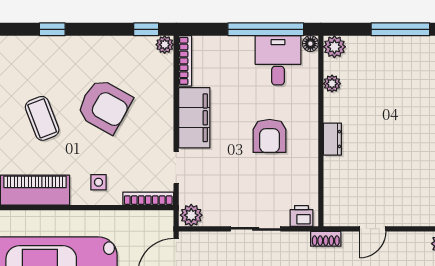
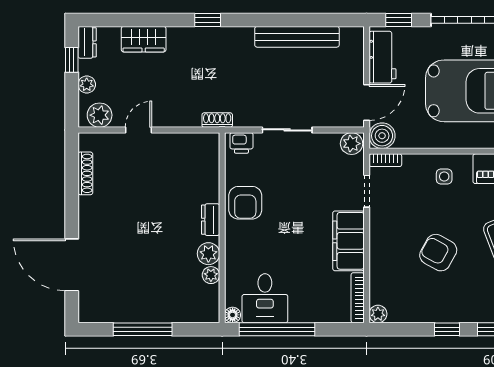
window: (146, 29) -> (447, 329), moved
plant: (334, 47) -> (208, 254), moved
armchair: (104, 106) -> (438, 253), width x0.73, depth x0.73
armchair: (270, 136) -> (245, 203), moved, turned 180
bookcase: (148, 199) -> (385, 160), width x0.64
boiler: (161, 223) -> (382, 136), added
door: (373, 229) -> (138, 130), moved

